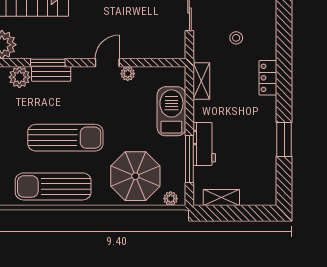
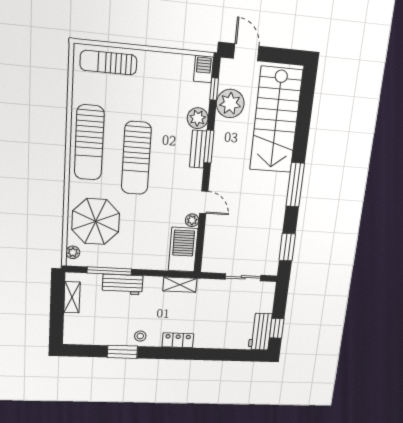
stool: (236, 38) -> (140, 336), moved
barbecue: (171, 111) -> (183, 250), moved, turned -90
sun lounger: (53, 186) -> (89, 143), turned 180

